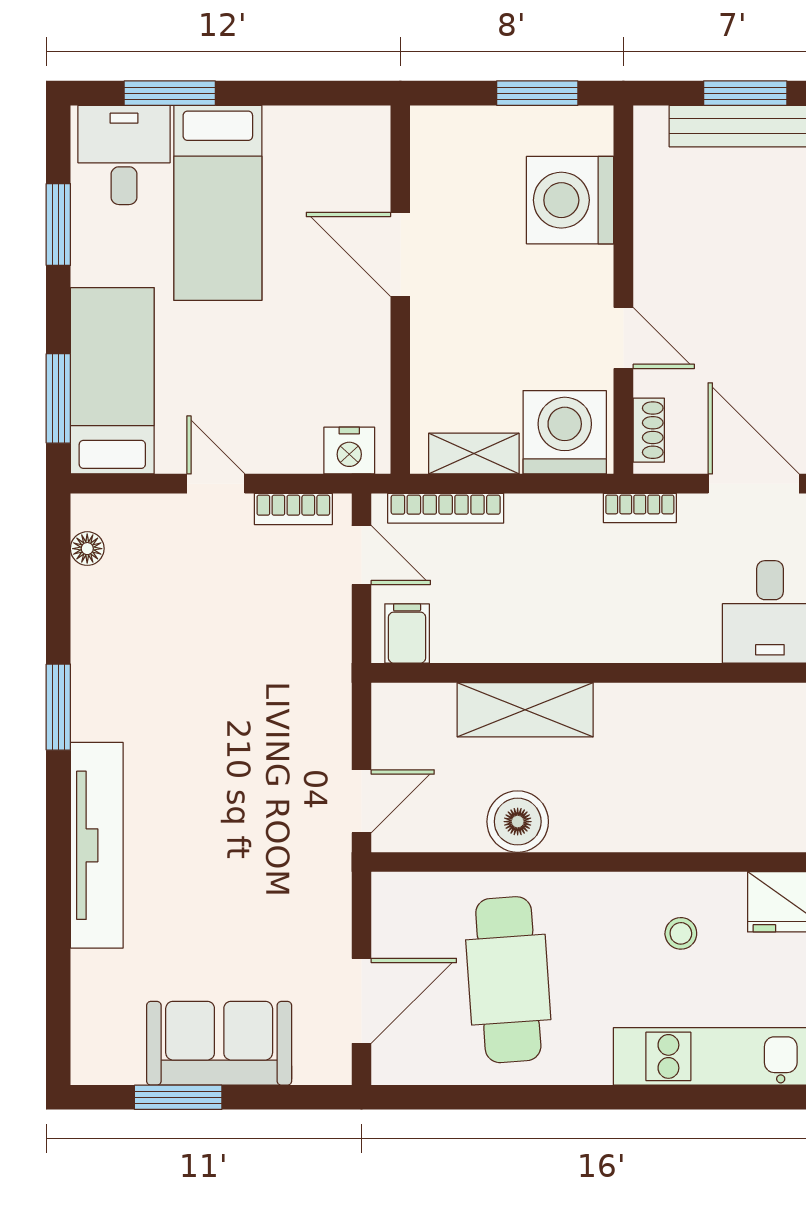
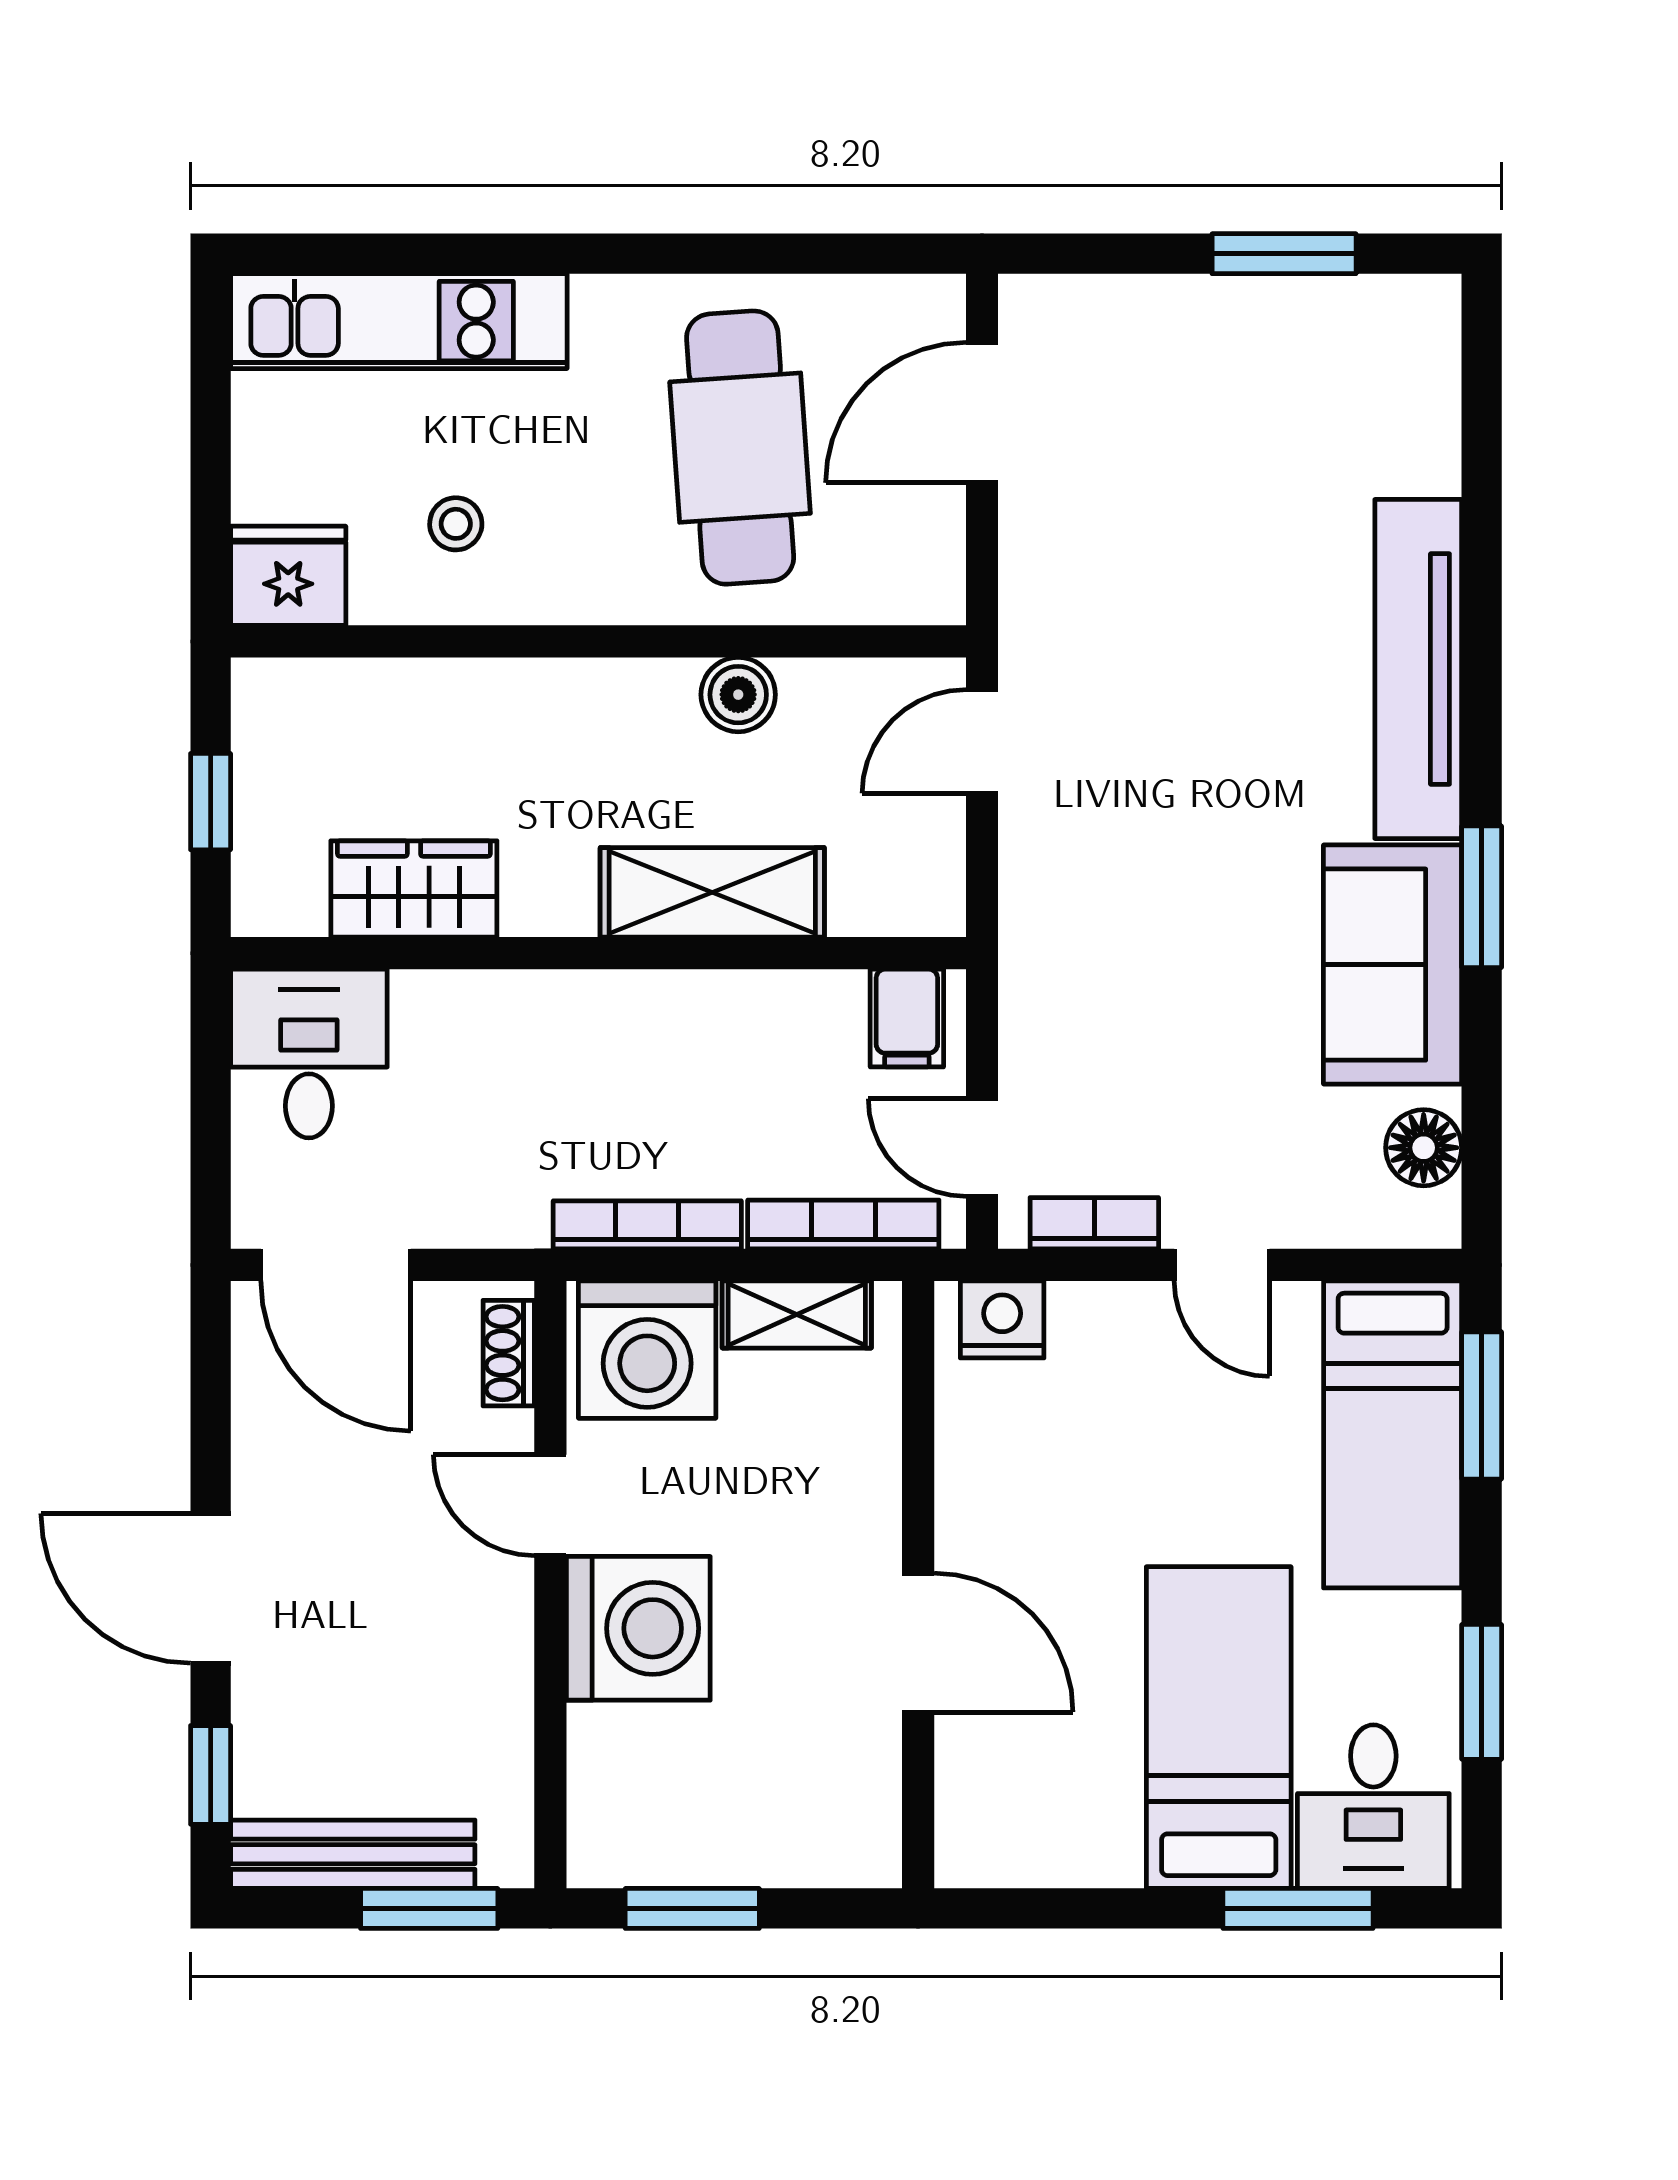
window: (745, 93) -> (429, 1908), moved
washing machine: (570, 200) -> (638, 1628), moved
bookcase: (640, 508) -> (647, 1225), moved, width x1.56
floor lamp: (87, 549) -> (1424, 1148), width x1.37, depth x1.37
wardrobe: (706, 712) -> (414, 889), added
boiler: (518, 822) -> (738, 695), width x0.73, depth x0.73
sofa: (219, 1043) -> (1393, 965), moved, turned 90

